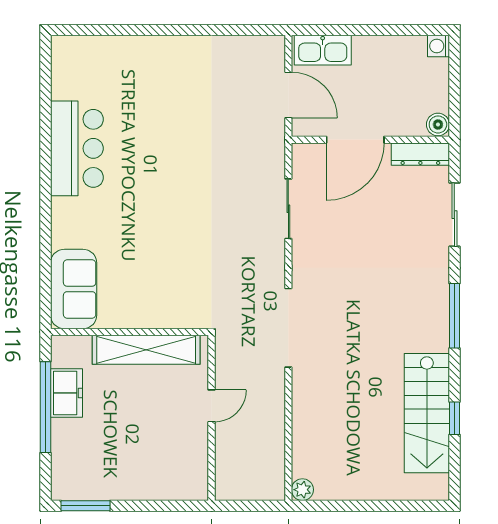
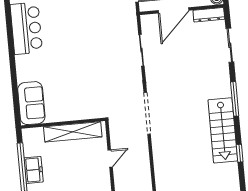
freezer: (66, 393) -> (34, 170), moved
stairs: (427, 413) -> (223, 130), moved

